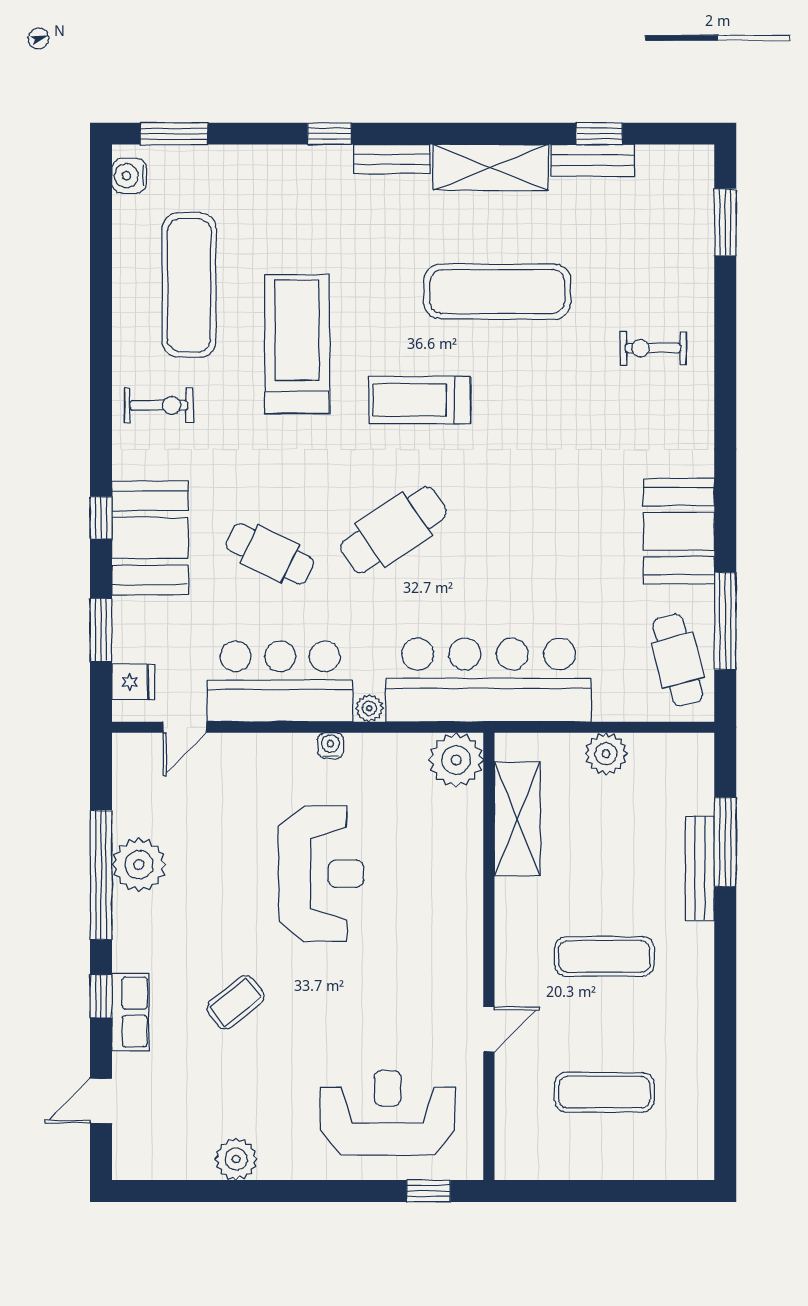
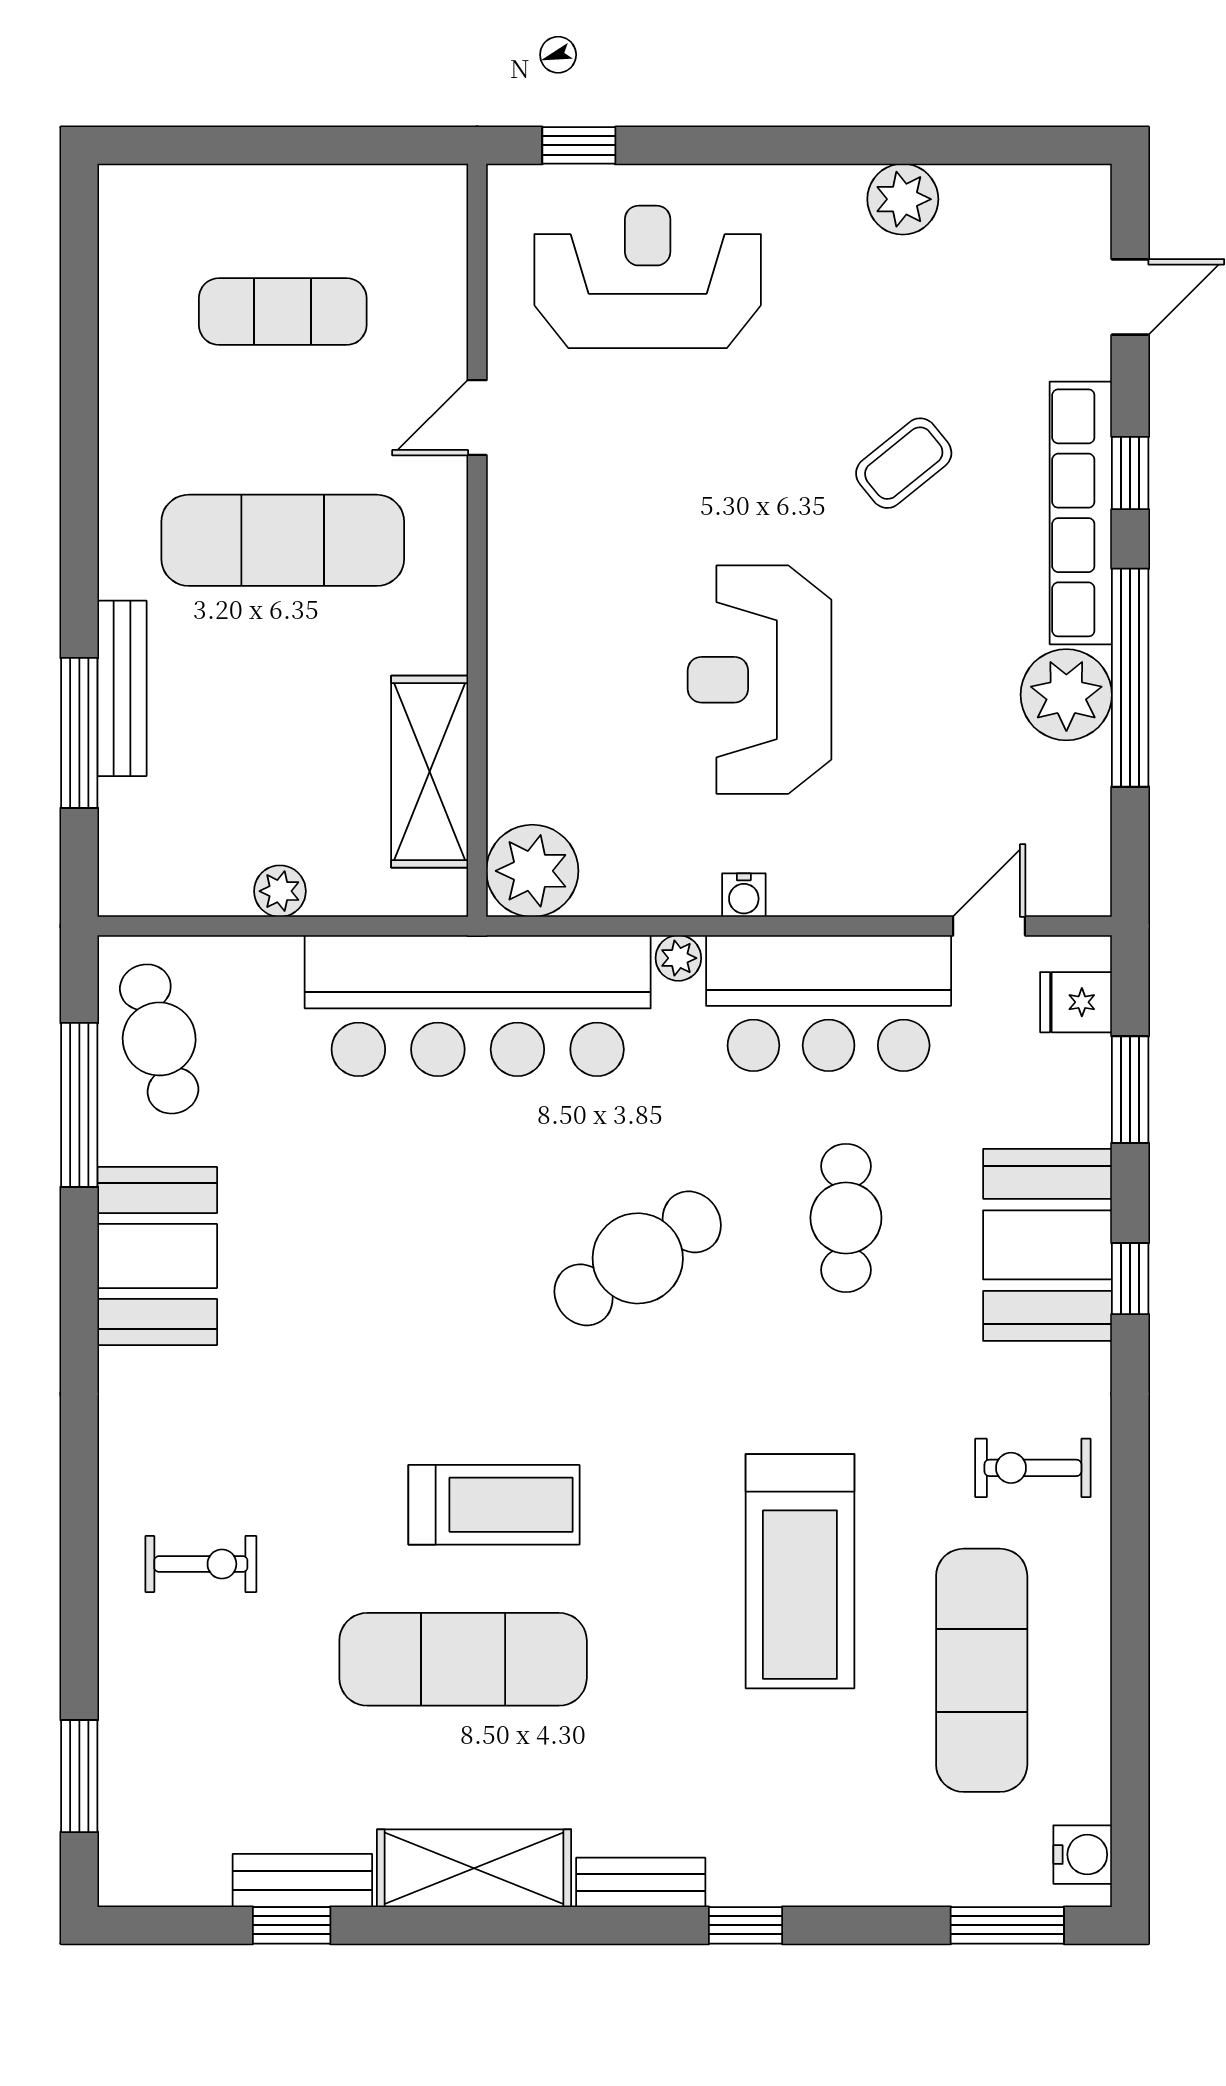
treadmill: (420, 400) -> (494, 1505), moved
cafe table: (270, 554) -> (846, 1218), turned 64
plant: (606, 754) -> (280, 891), width x0.73, depth x0.73
exercise mat: (604, 956) -> (283, 540), width x1.36, depth x1.45
row of seats: (130, 1012) -> (1081, 513), width x2.02
reception desk: (388, 1113) -> (648, 277), turned 180

